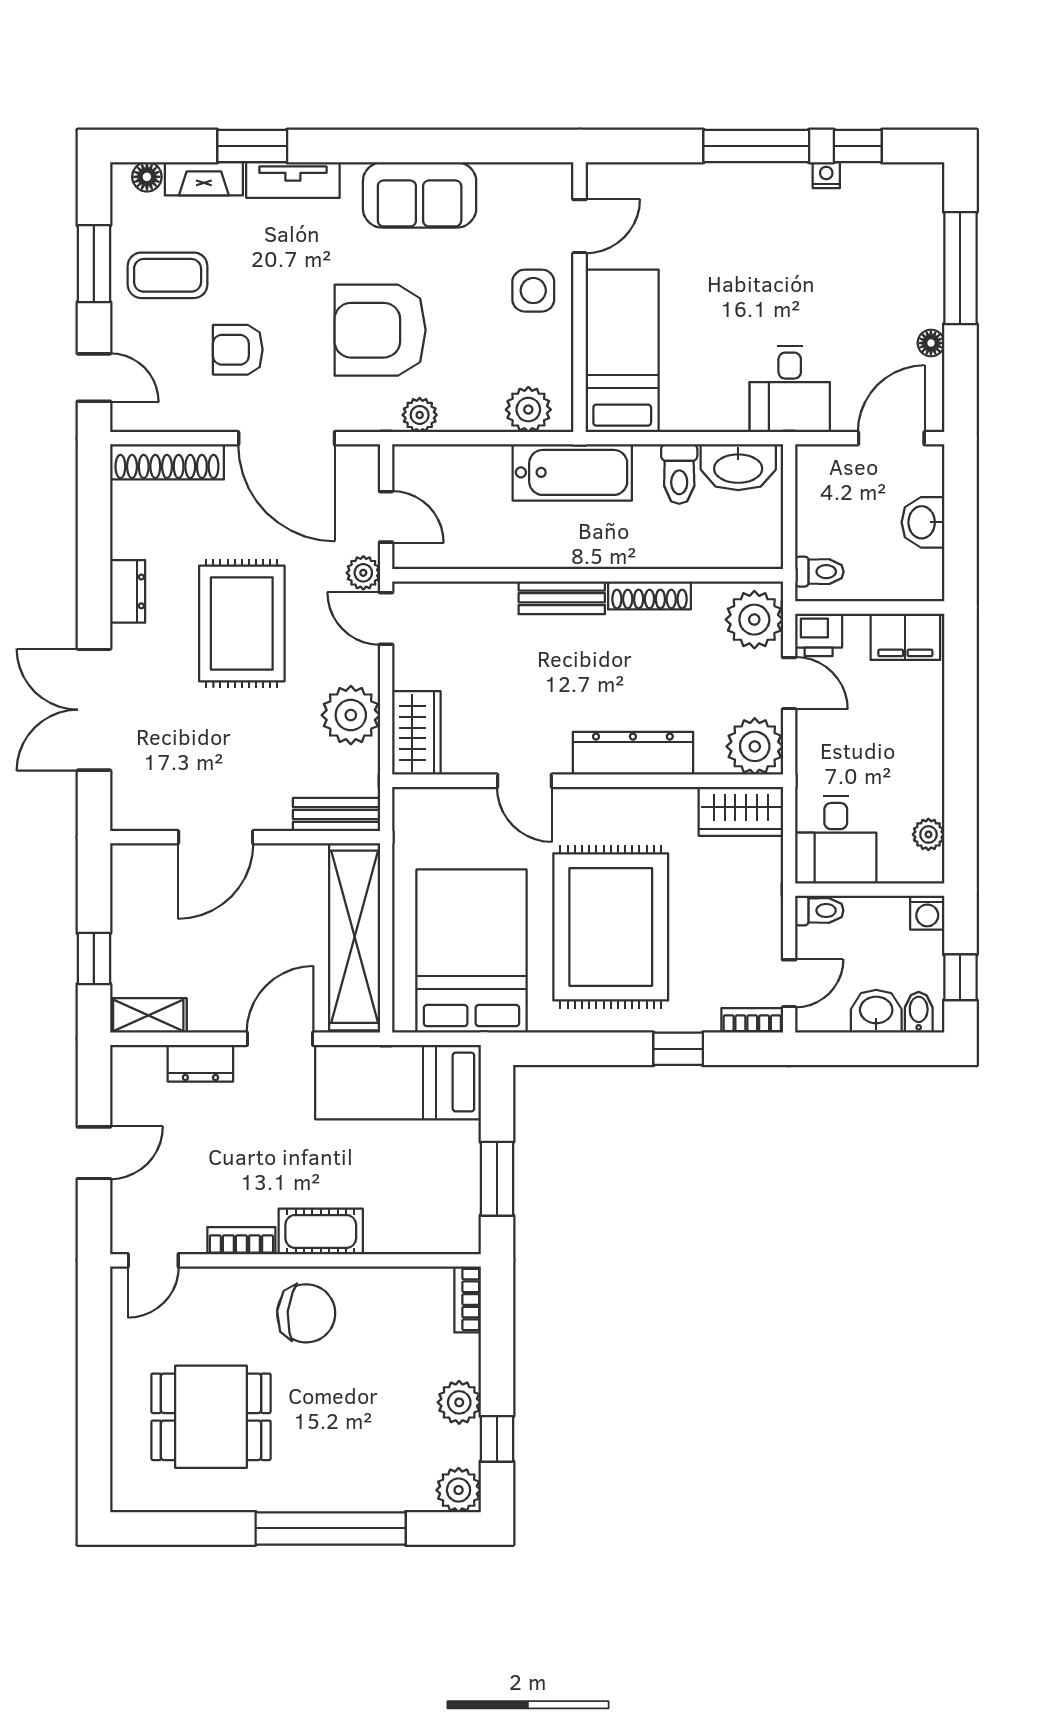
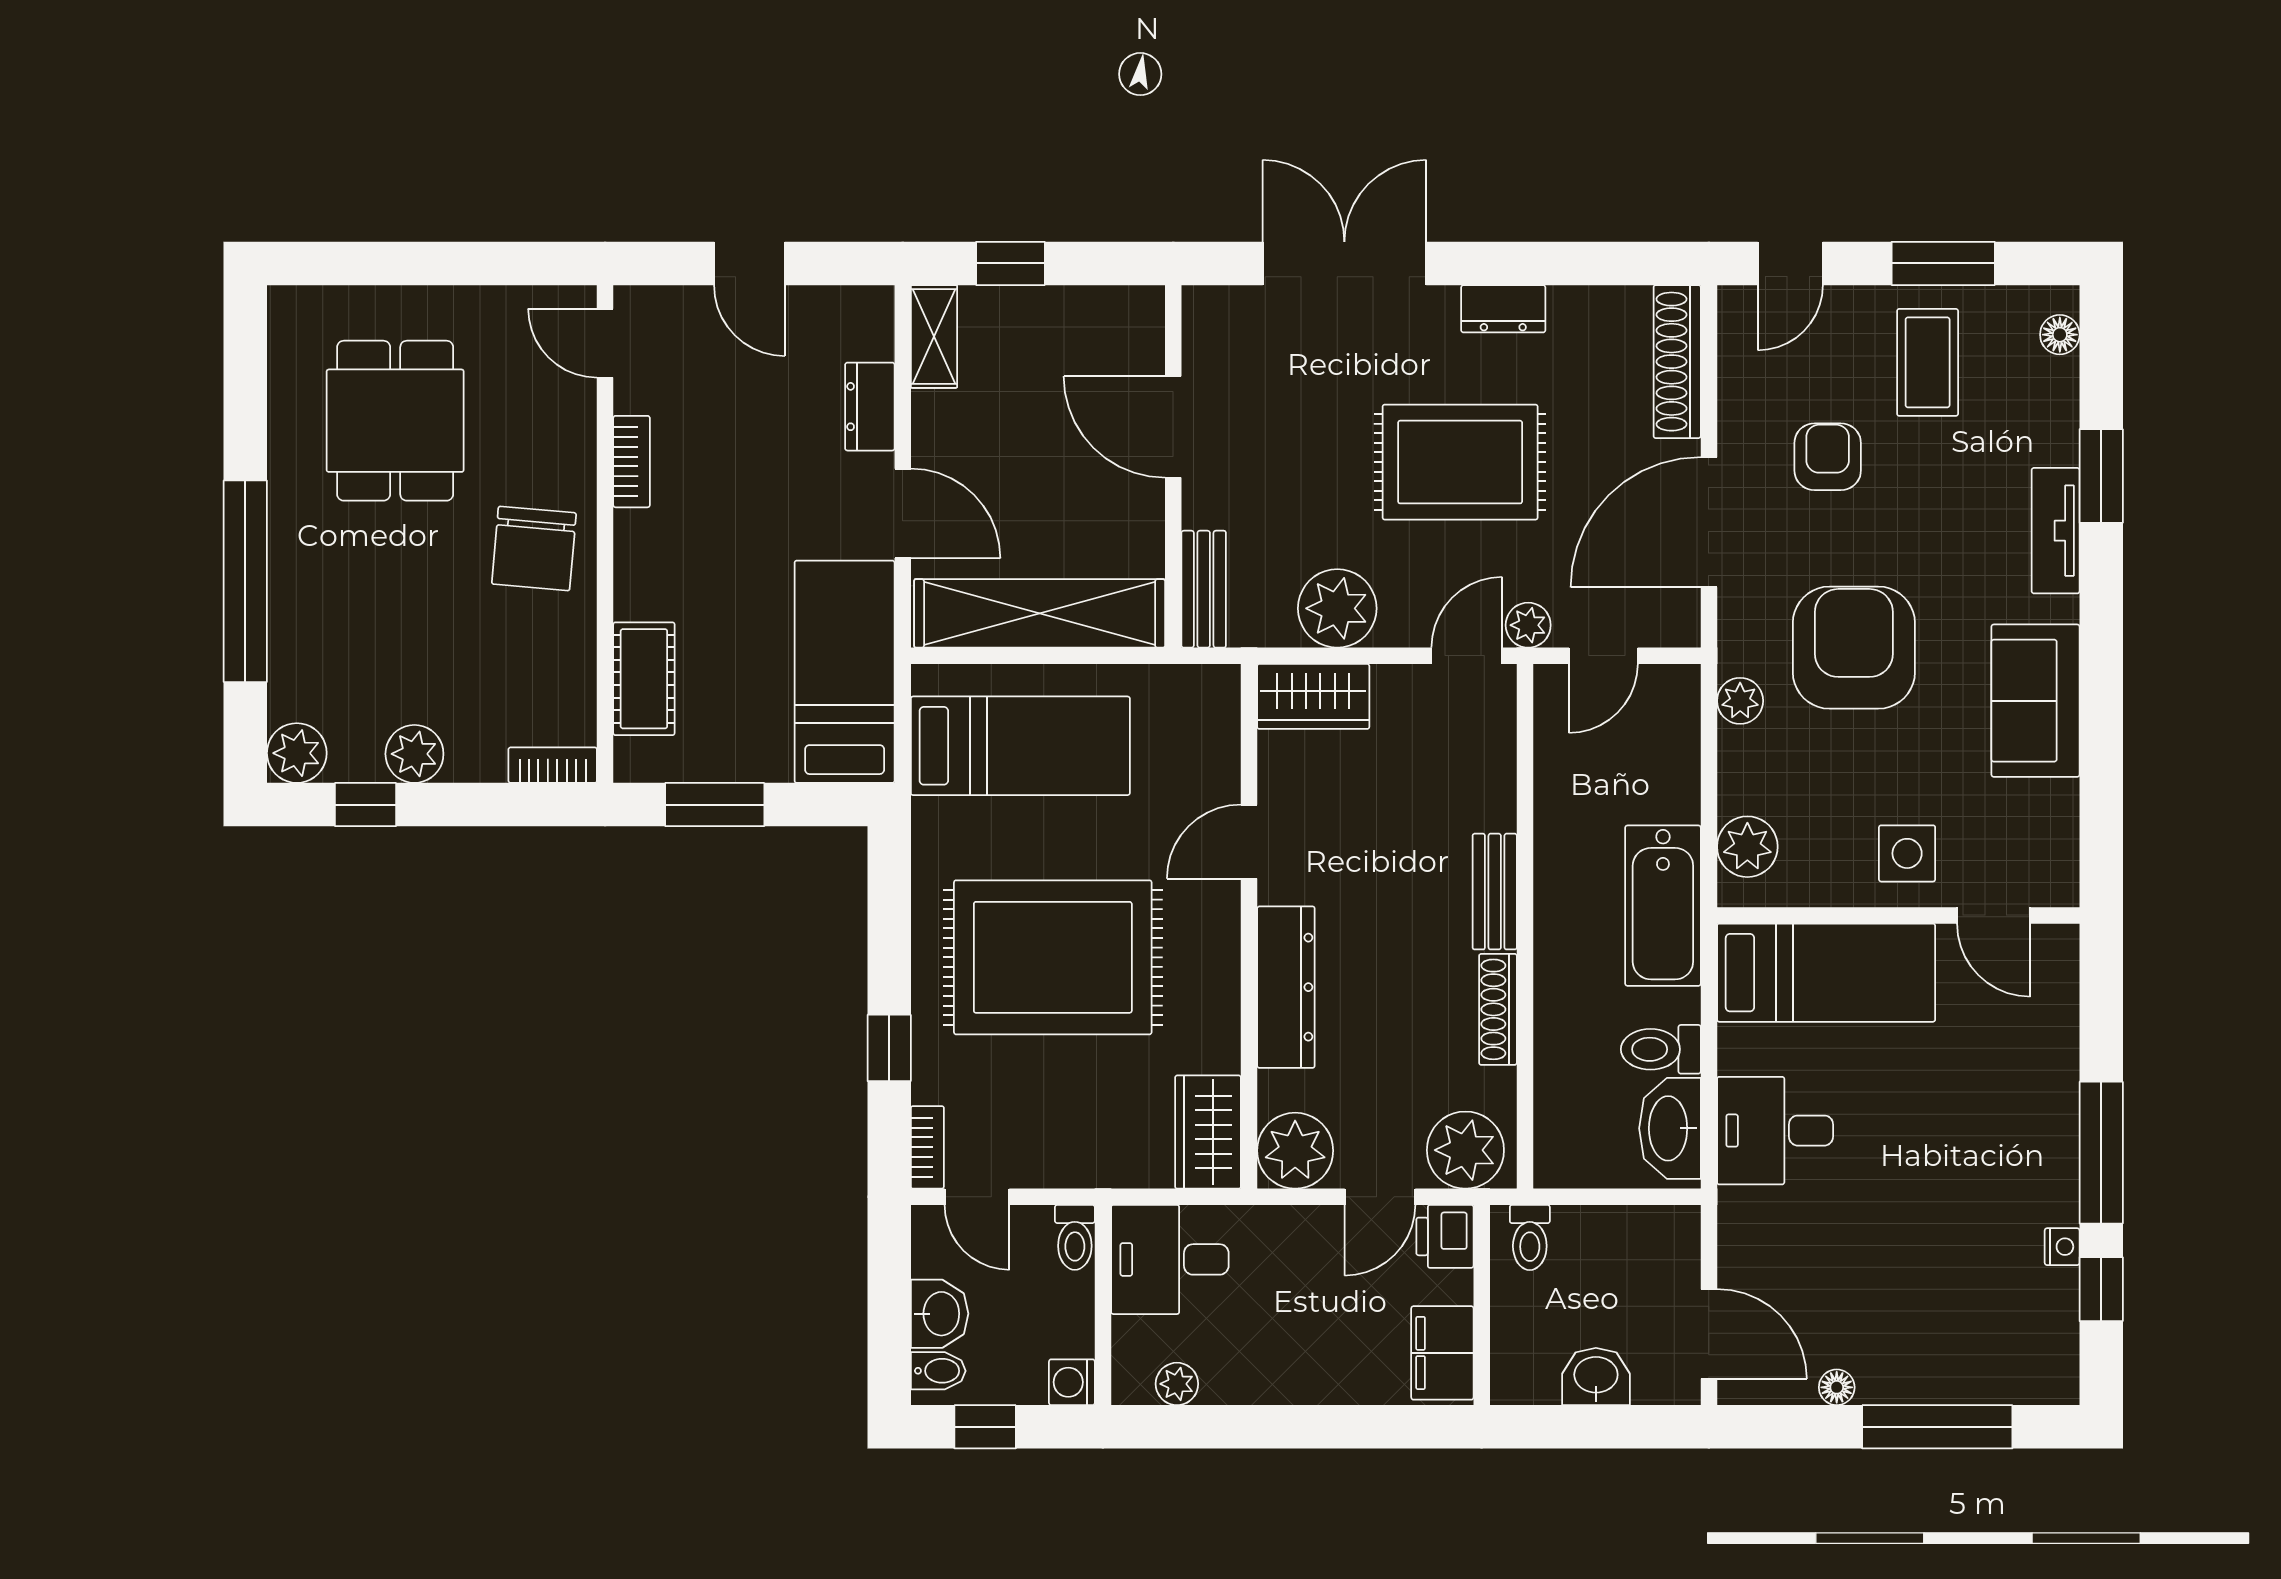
fireplace: (204, 179) -> (2057, 411), removed
desk: (790, 389) -> (1775, 1131), moved
bed: (472, 951) -> (1020, 746), width x0.67
cot: (321, 1231) -> (644, 679), moved

